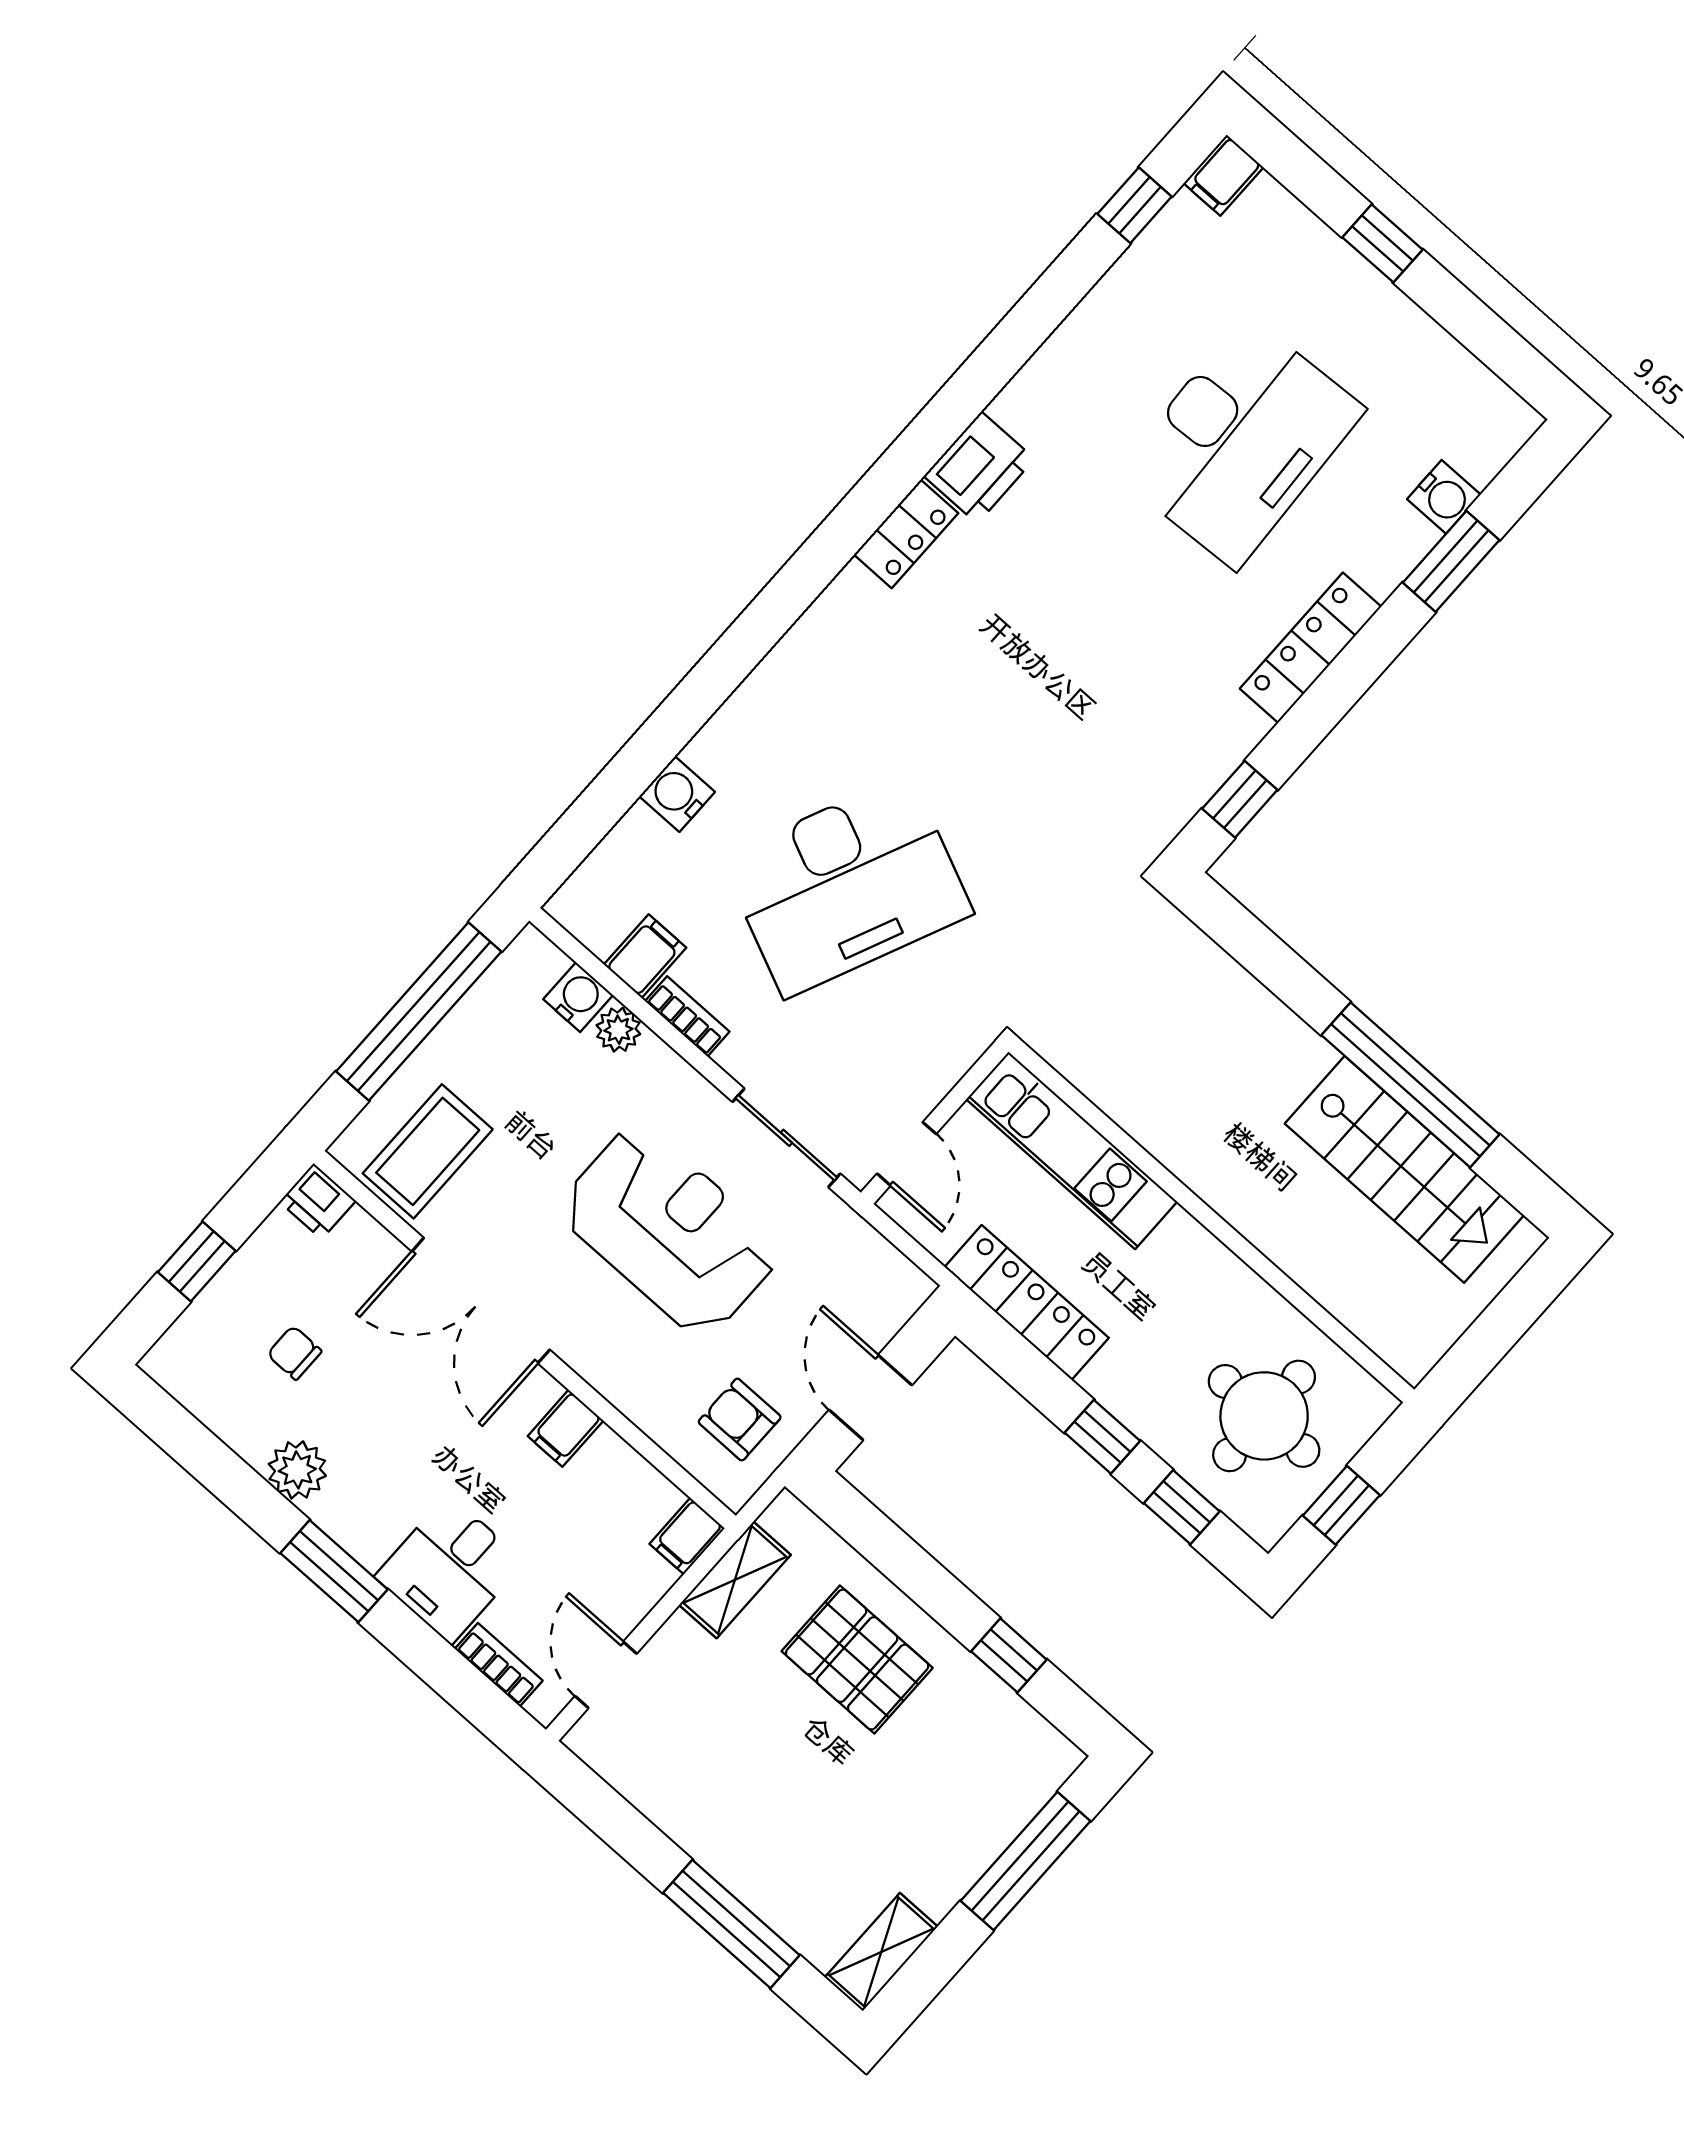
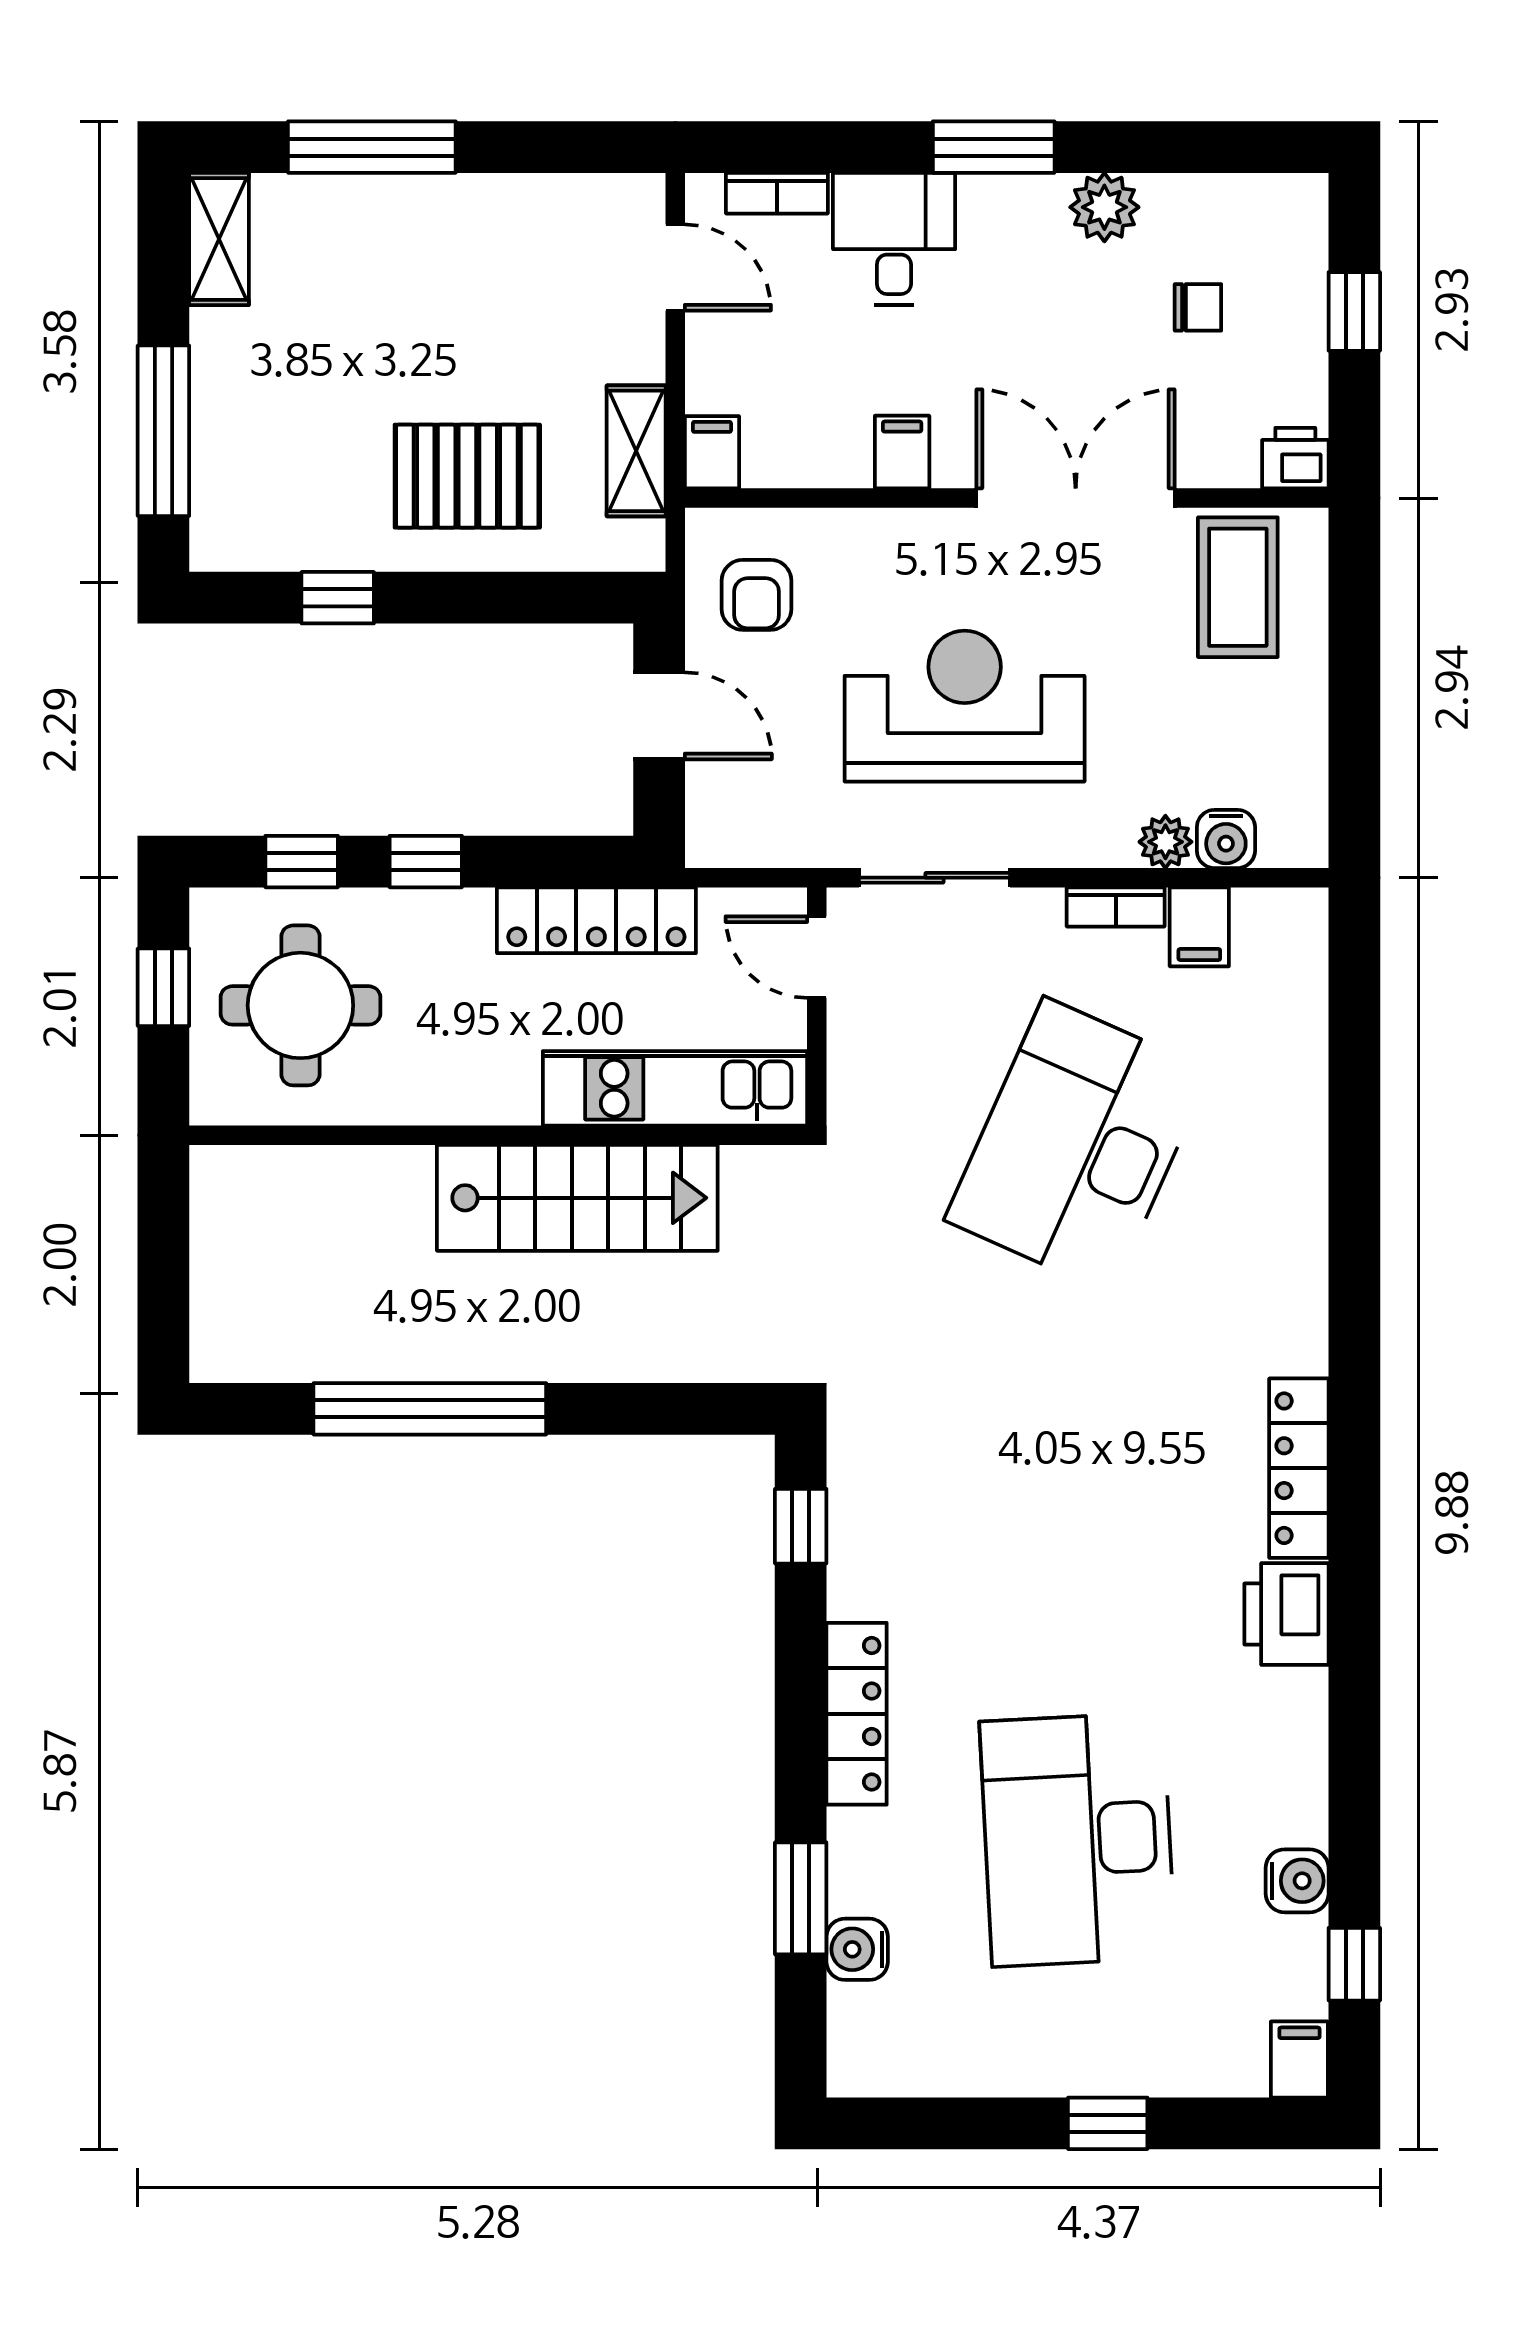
locker: (906, 534) -> (1299, 1468), width x1.53
water cooler: (677, 794) -> (1297, 1881), moved
window: (419, 1011) -> (1354, 703), removed
stairs: (1404, 1169) -> (577, 1198), moved, turned 180
reception desk: (670, 1230) -> (965, 706), turned 180
armchair: (740, 1420) -> (757, 595), turned 90

